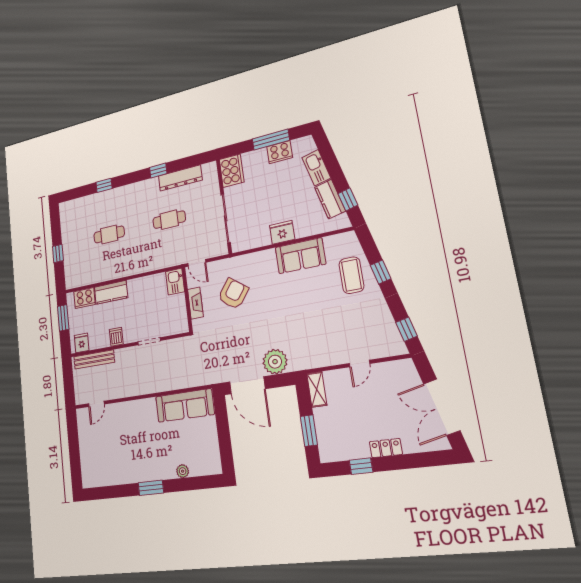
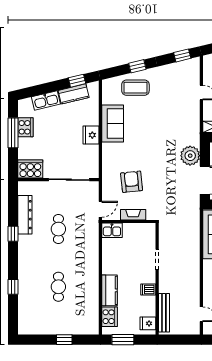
armchair: (233, 294) -> (132, 182), turned 47

